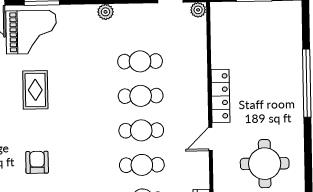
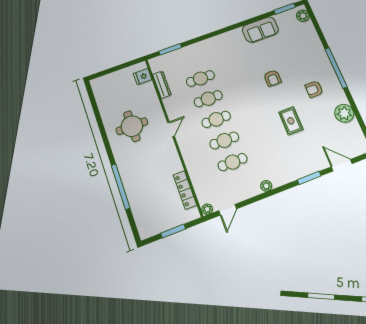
grand piano: (31, 32) -> (308, 156), removed
locker: (220, 96) -> (185, 190), moved

